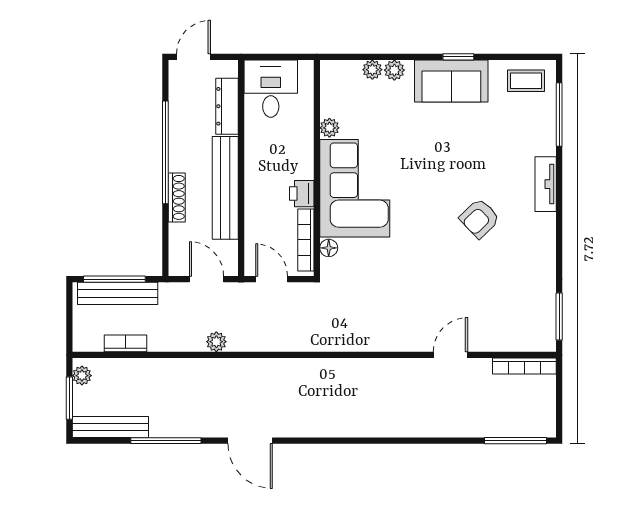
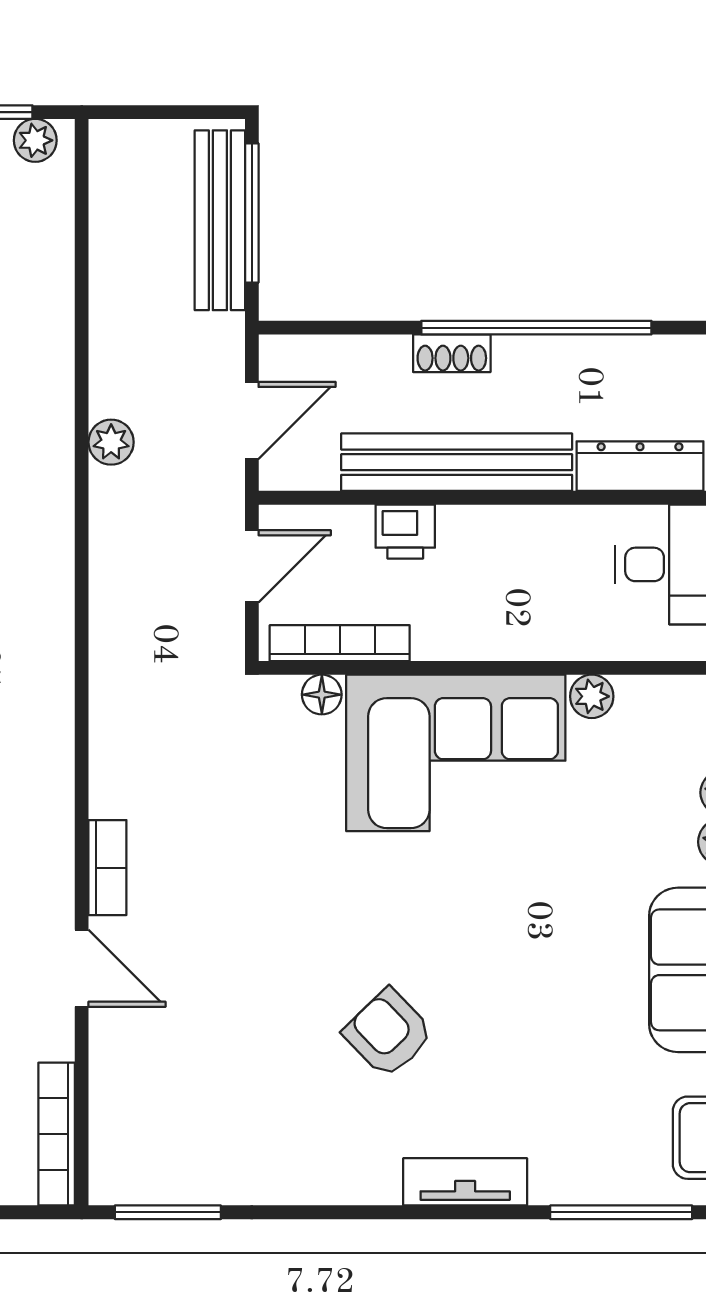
printer: (302, 194) -> (405, 532), moved, turned 180
shoe rack: (177, 197) -> (452, 353), width x0.70
bookcase: (125, 343) -> (107, 868), moved

